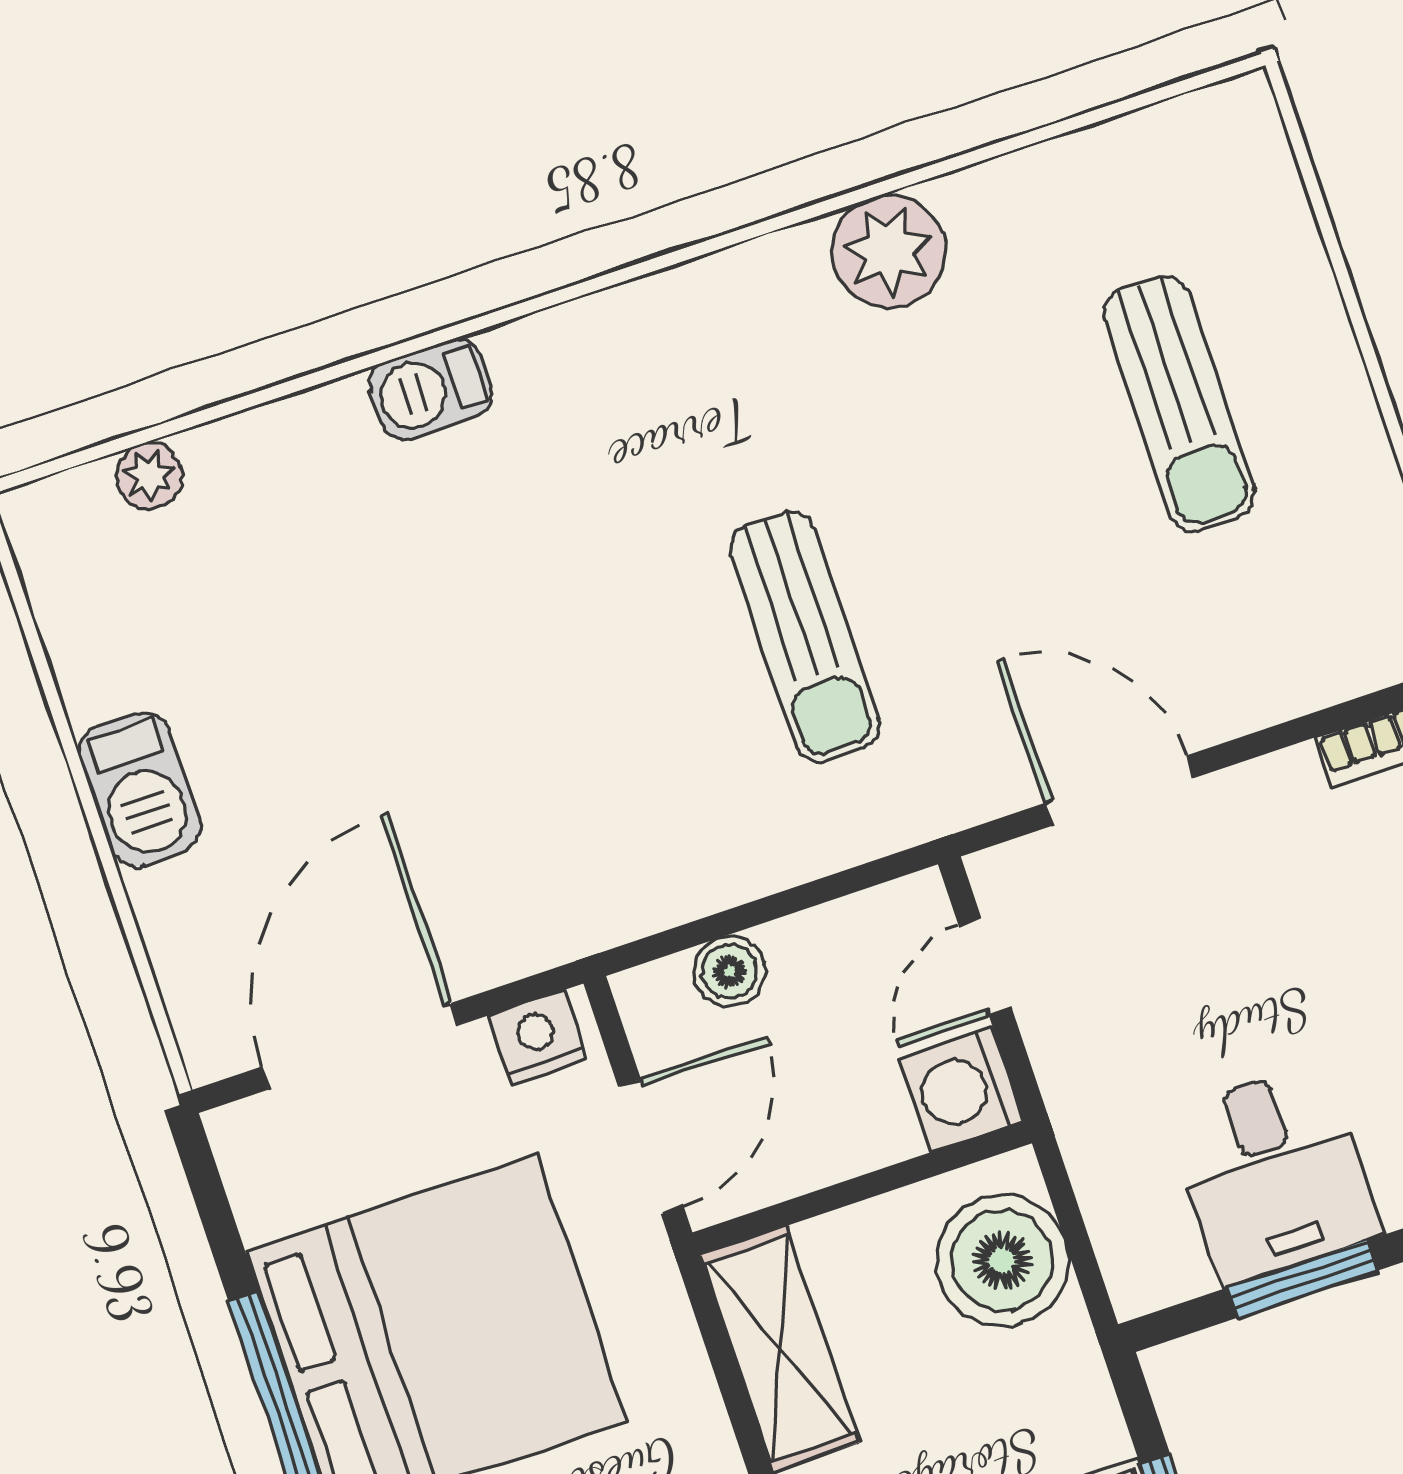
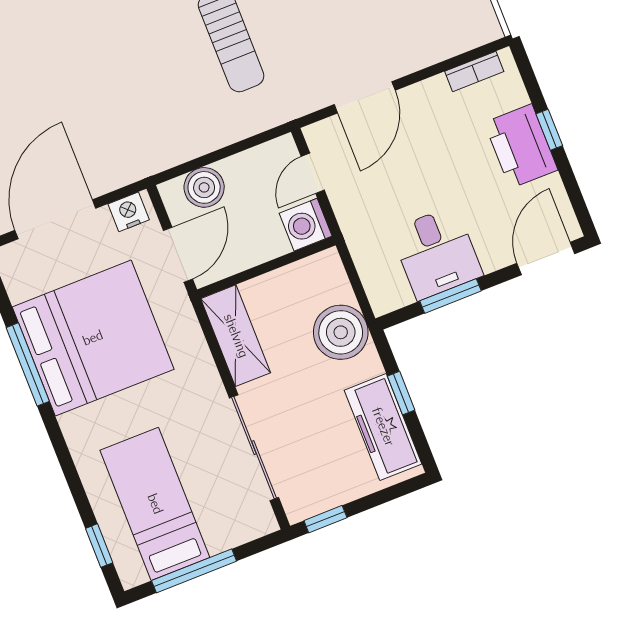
door: (1120, 790) -> (365, 97), swing flipped
boiler: (730, 971) -> (204, 187), width x1.36, depth x1.36
boiler: (1002, 1260) -> (341, 332), moved

